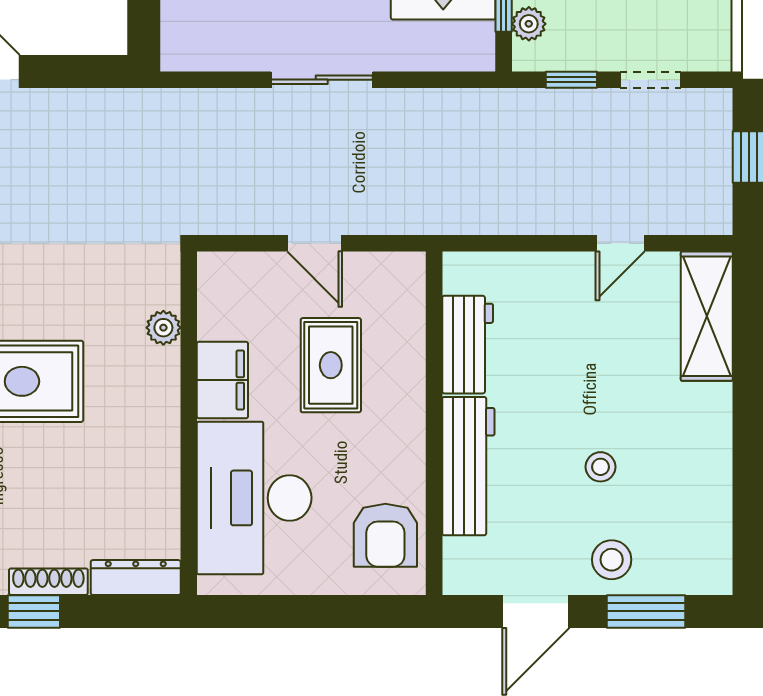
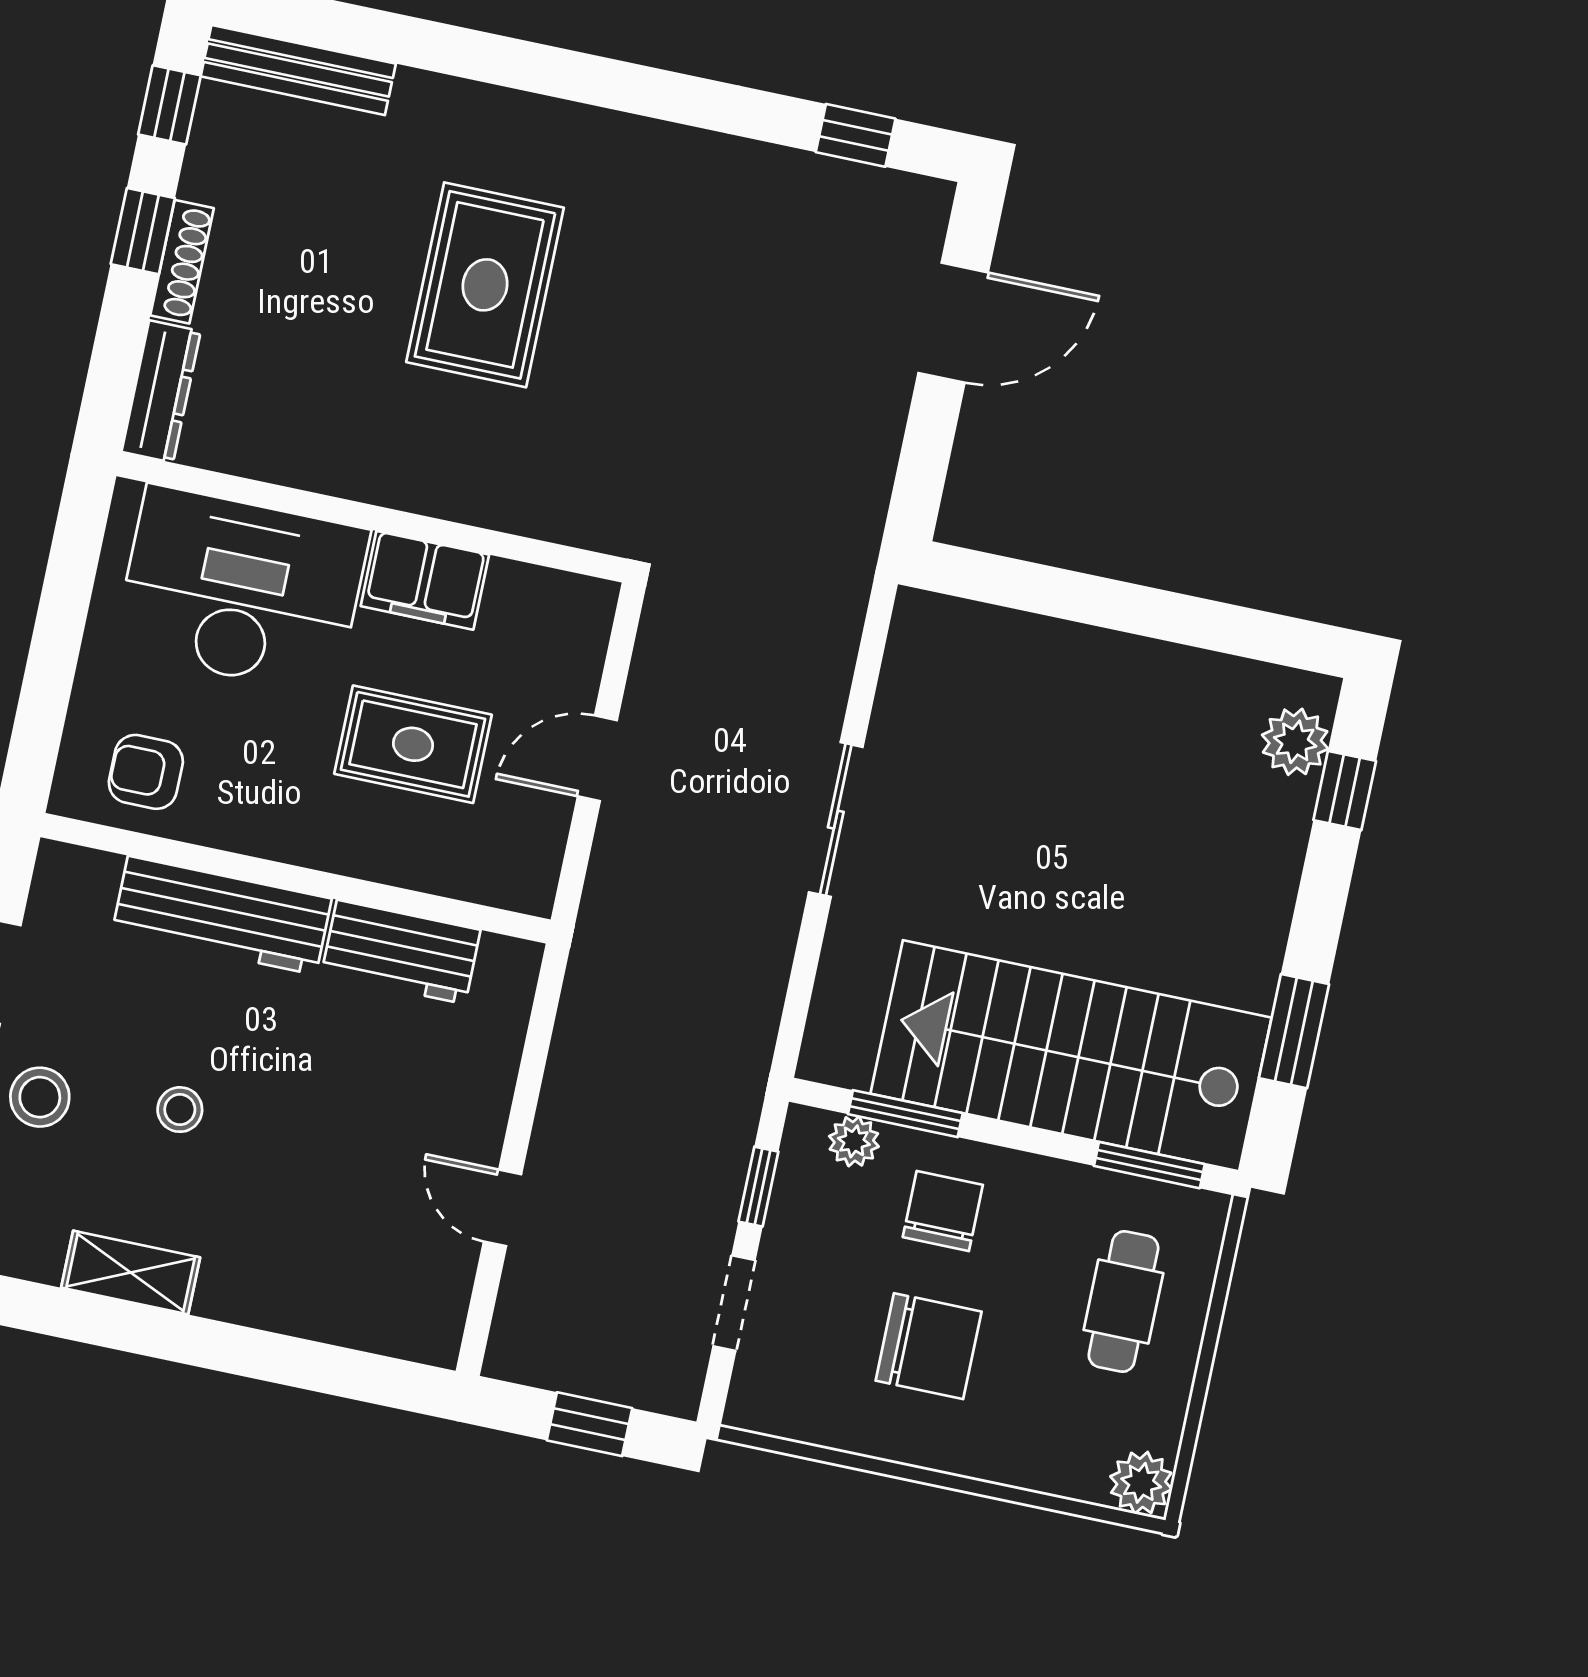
shelving: (707, 316) -> (131, 1272), moved, width x0.67, depth x0.75
plant: (163, 328) -> (520, 510), removed
armchair: (385, 535) -> (146, 772), width x0.72, depth x0.72

